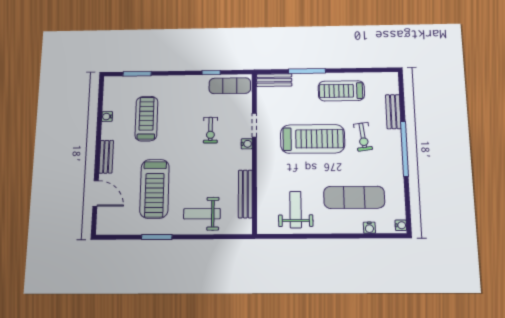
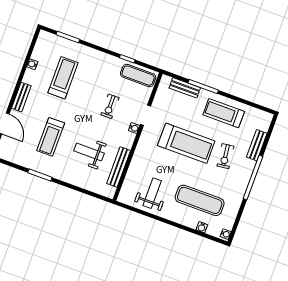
bench: (274, 80) -> (185, 88), moved
treadmill: (155, 189) -> (51, 137), width x0.73, depth x0.73
weight bench: (202, 214) -> (89, 152), moved

